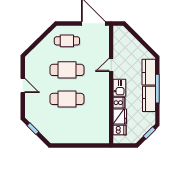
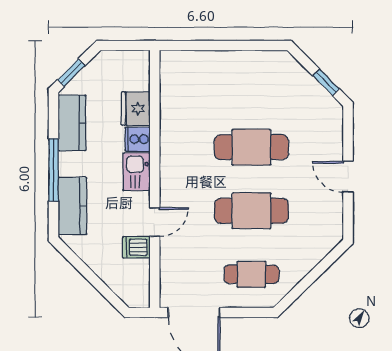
kitchen counter: (149, 99) -> (72, 123), moved
dishwasher: (120, 130) -> (136, 247), moved

